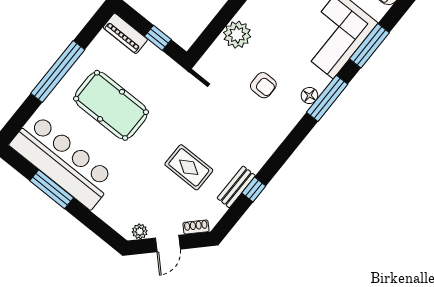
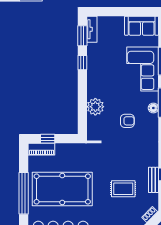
window: (158, 38) -> (48, 139), moved
pool table: (111, 105) -> (62, 189), width x1.36, depth x1.32

